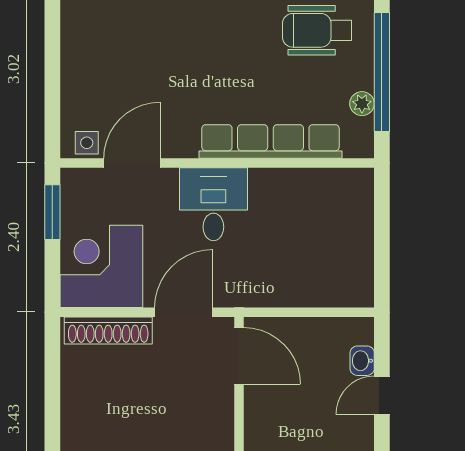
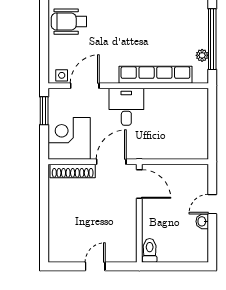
wheelchair: (317, 30) -> (69, 22), moved
washbasin: (362, 361) -> (202, 221), moved

